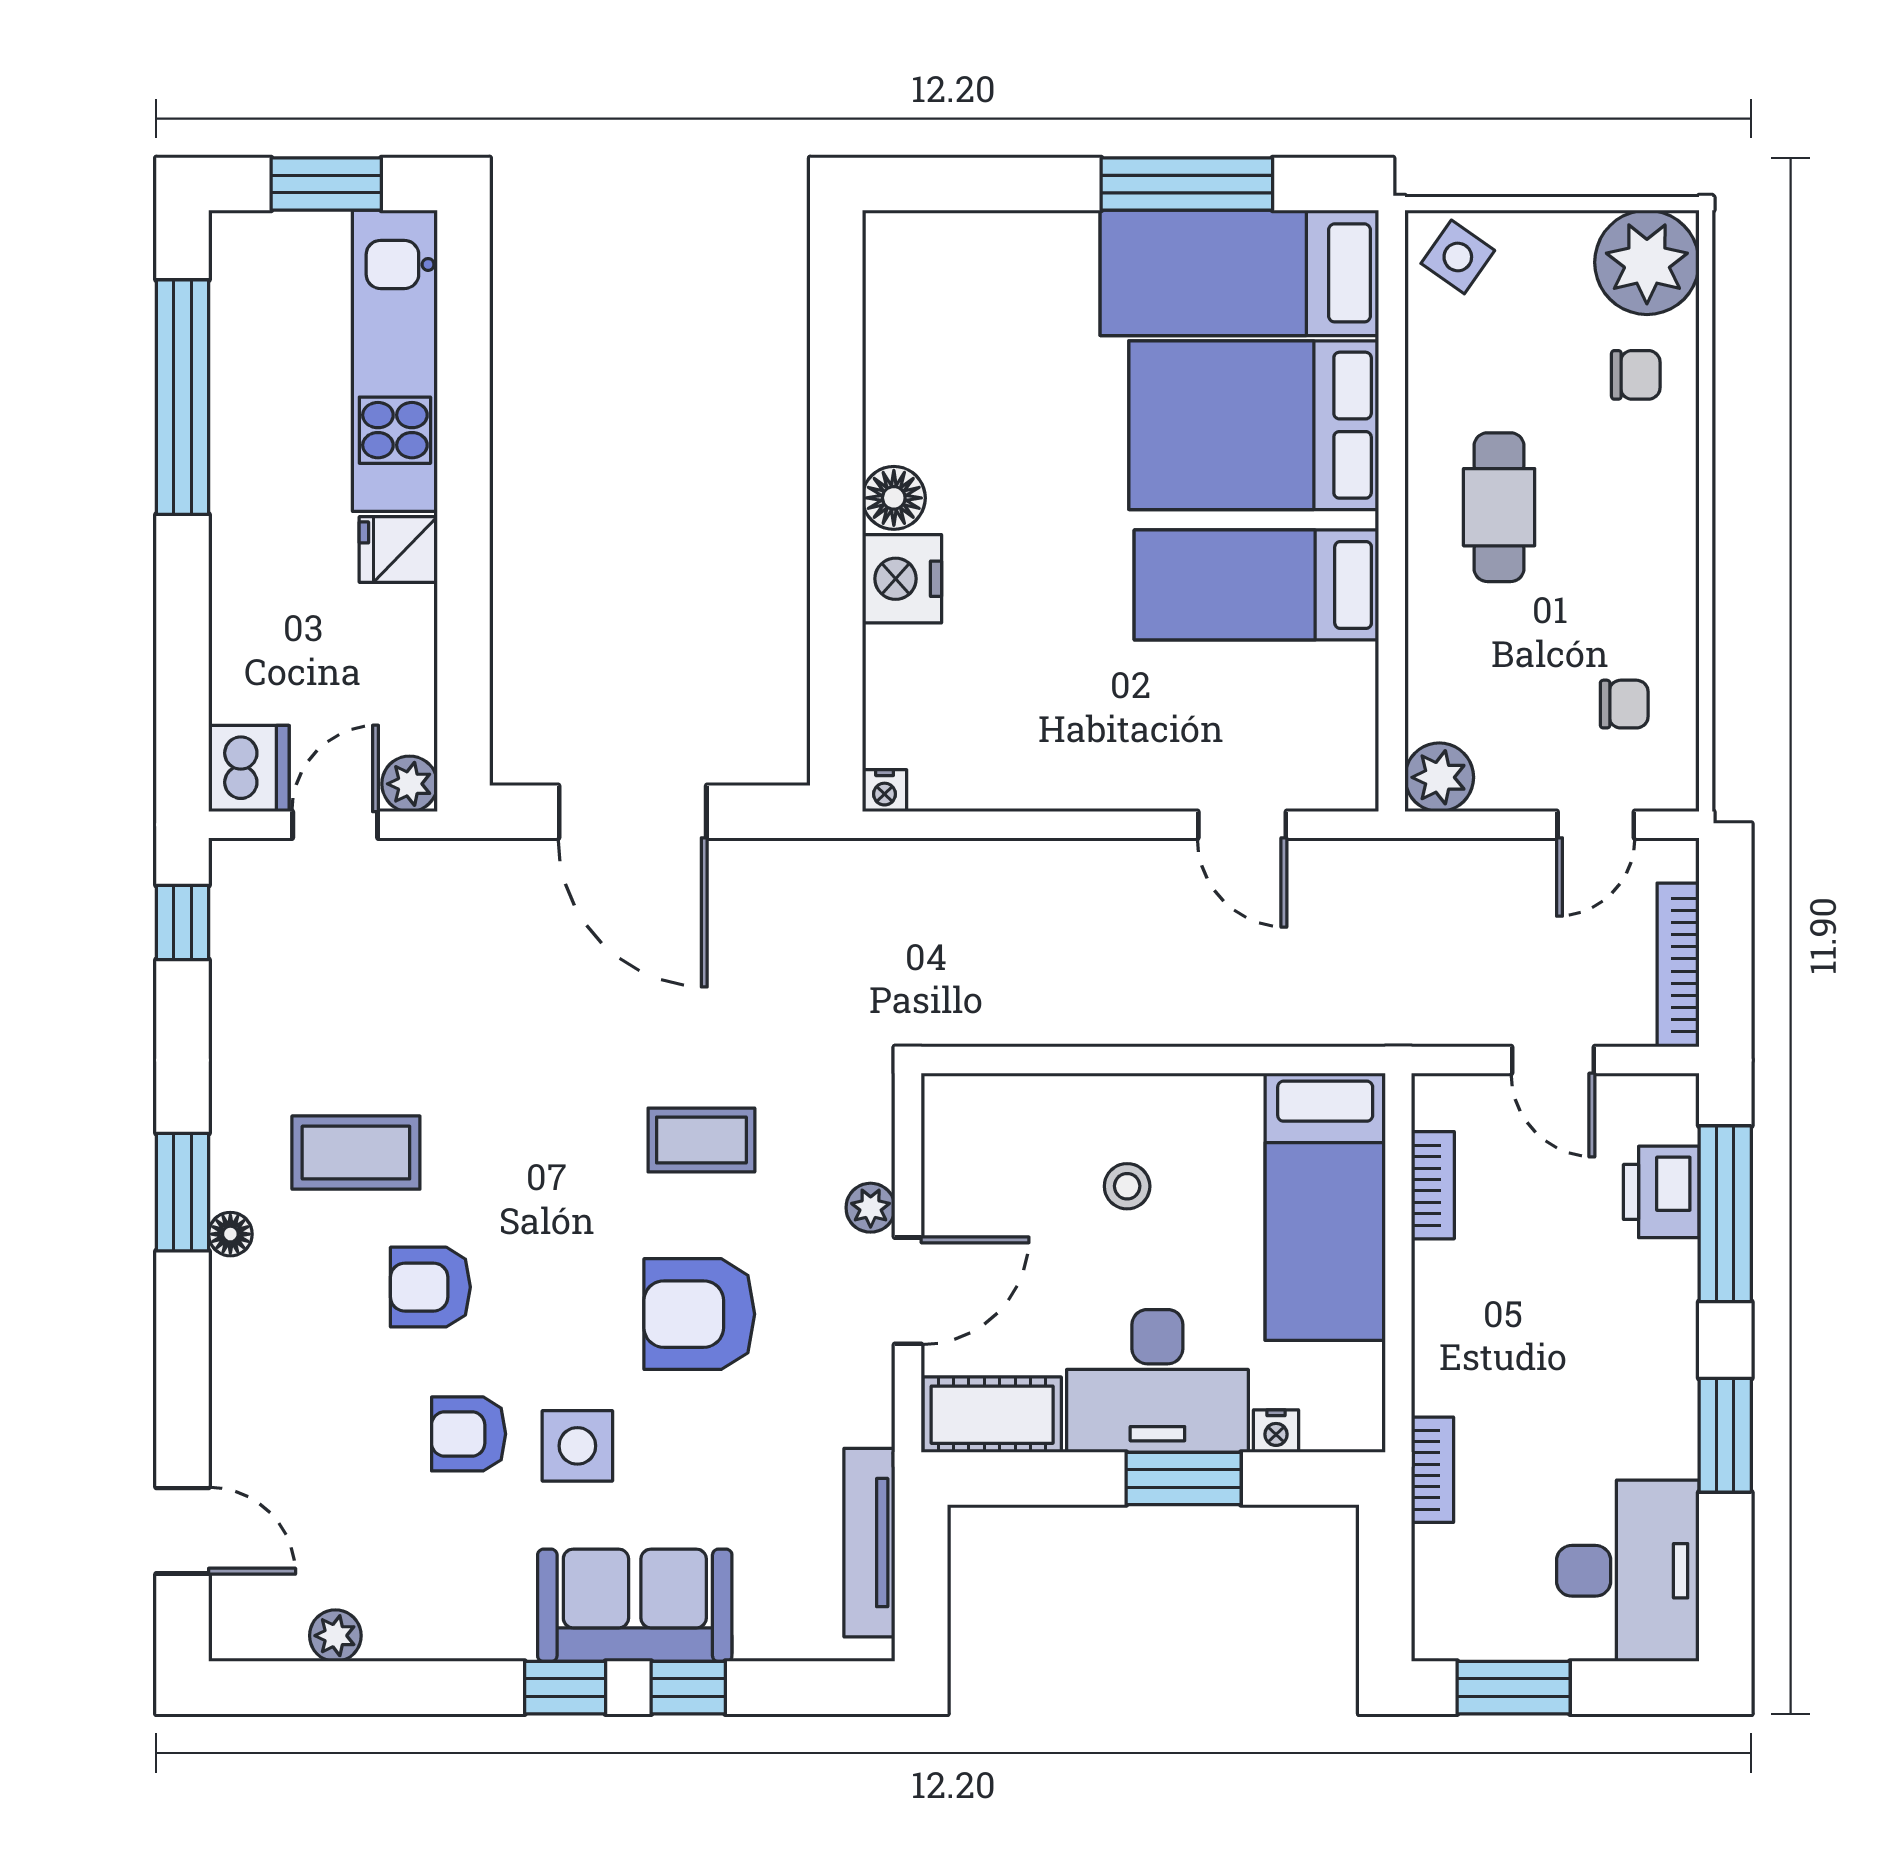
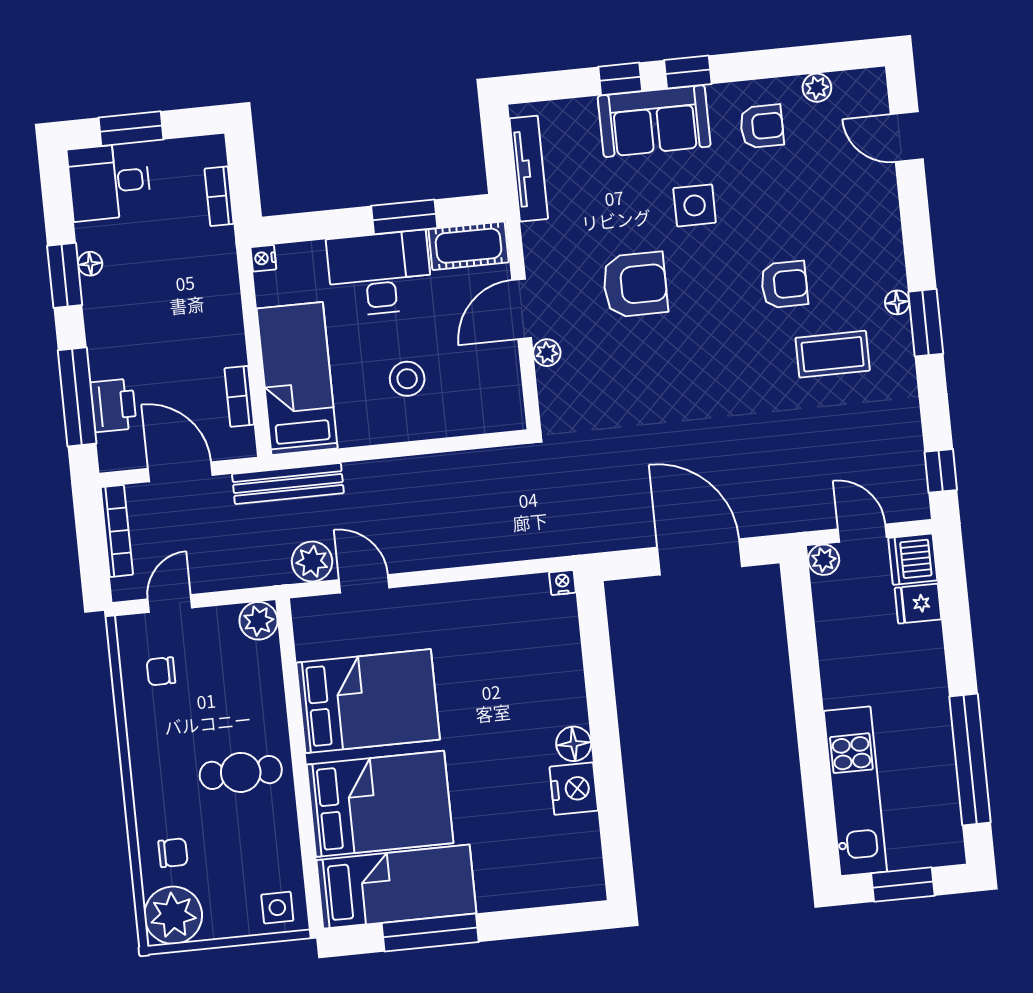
side table: (1458, 257) -> (277, 908), turned -35
chair: (1636, 375) -> (173, 853), turned 180
cafe table: (1499, 507) -> (241, 772), turned 90
fridge: (398, 550) -> (918, 604), moved, turned 180
nightstand: (902, 579) -> (574, 789), moved
bed: (1256, 585) -> (368, 701), width x1.50
door: (335, 825) -> (862, 533), swing flipped
plant: (1332, 874) -> (312, 562), added
bench: (1361, 1019) -> (288, 483), added
door: (1553, 1060) -> (180, 472), width x1.38
coffee table: (701, 1140) -> (644, 380), removed
stool: (1127, 1186) -> (407, 379), width x1.37, depth x1.37
nightstand: (1276, 1431) -> (263, 258), moved, turned -90
armchair: (469, 1434) -> (762, 126), moved
floor lamp: (1677, 1452) -> (90, 264), added
bookcase: (1433, 1470) -> (219, 196), moved
window: (1184, 1478) -> (404, 217), moved
desk: (1628, 1571) -> (109, 182), width x0.73
window: (1514, 1688) -> (131, 129), moved

